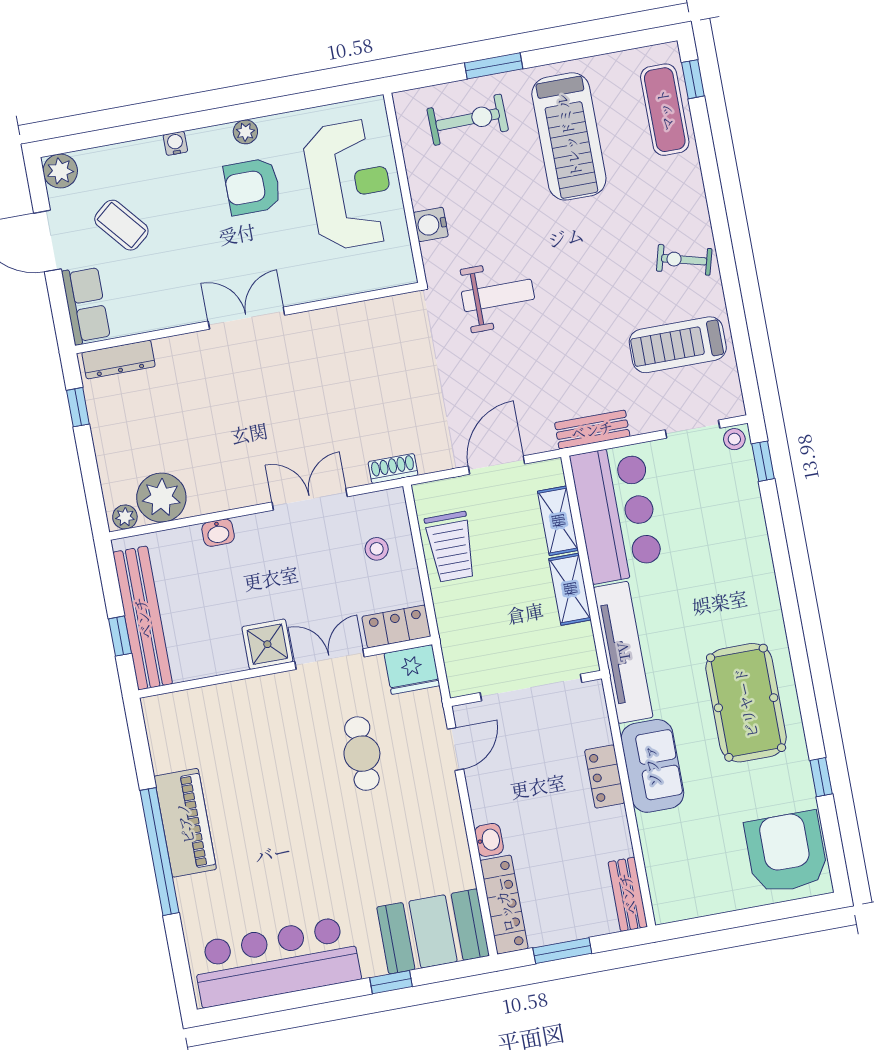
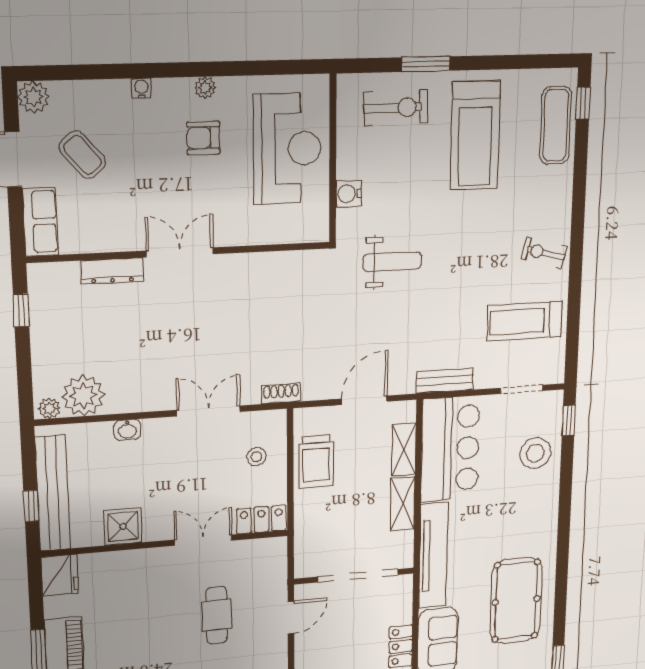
armchair: (252, 187) -> (203, 138), width x0.72, depth x0.72
dresser: (119, 359) -> (112, 271), moved
stool: (734, 439) -> (535, 453), moved, width x1.89, depth x1.89
shower: (267, 644) -> (123, 526), moved
fridge: (412, 669) -> (60, 575), moved, turned -90

